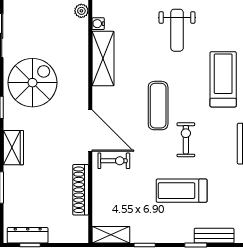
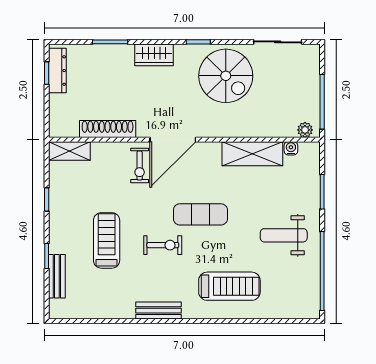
shelving: (111, 235) -> (69, 151), moved, turned 90

